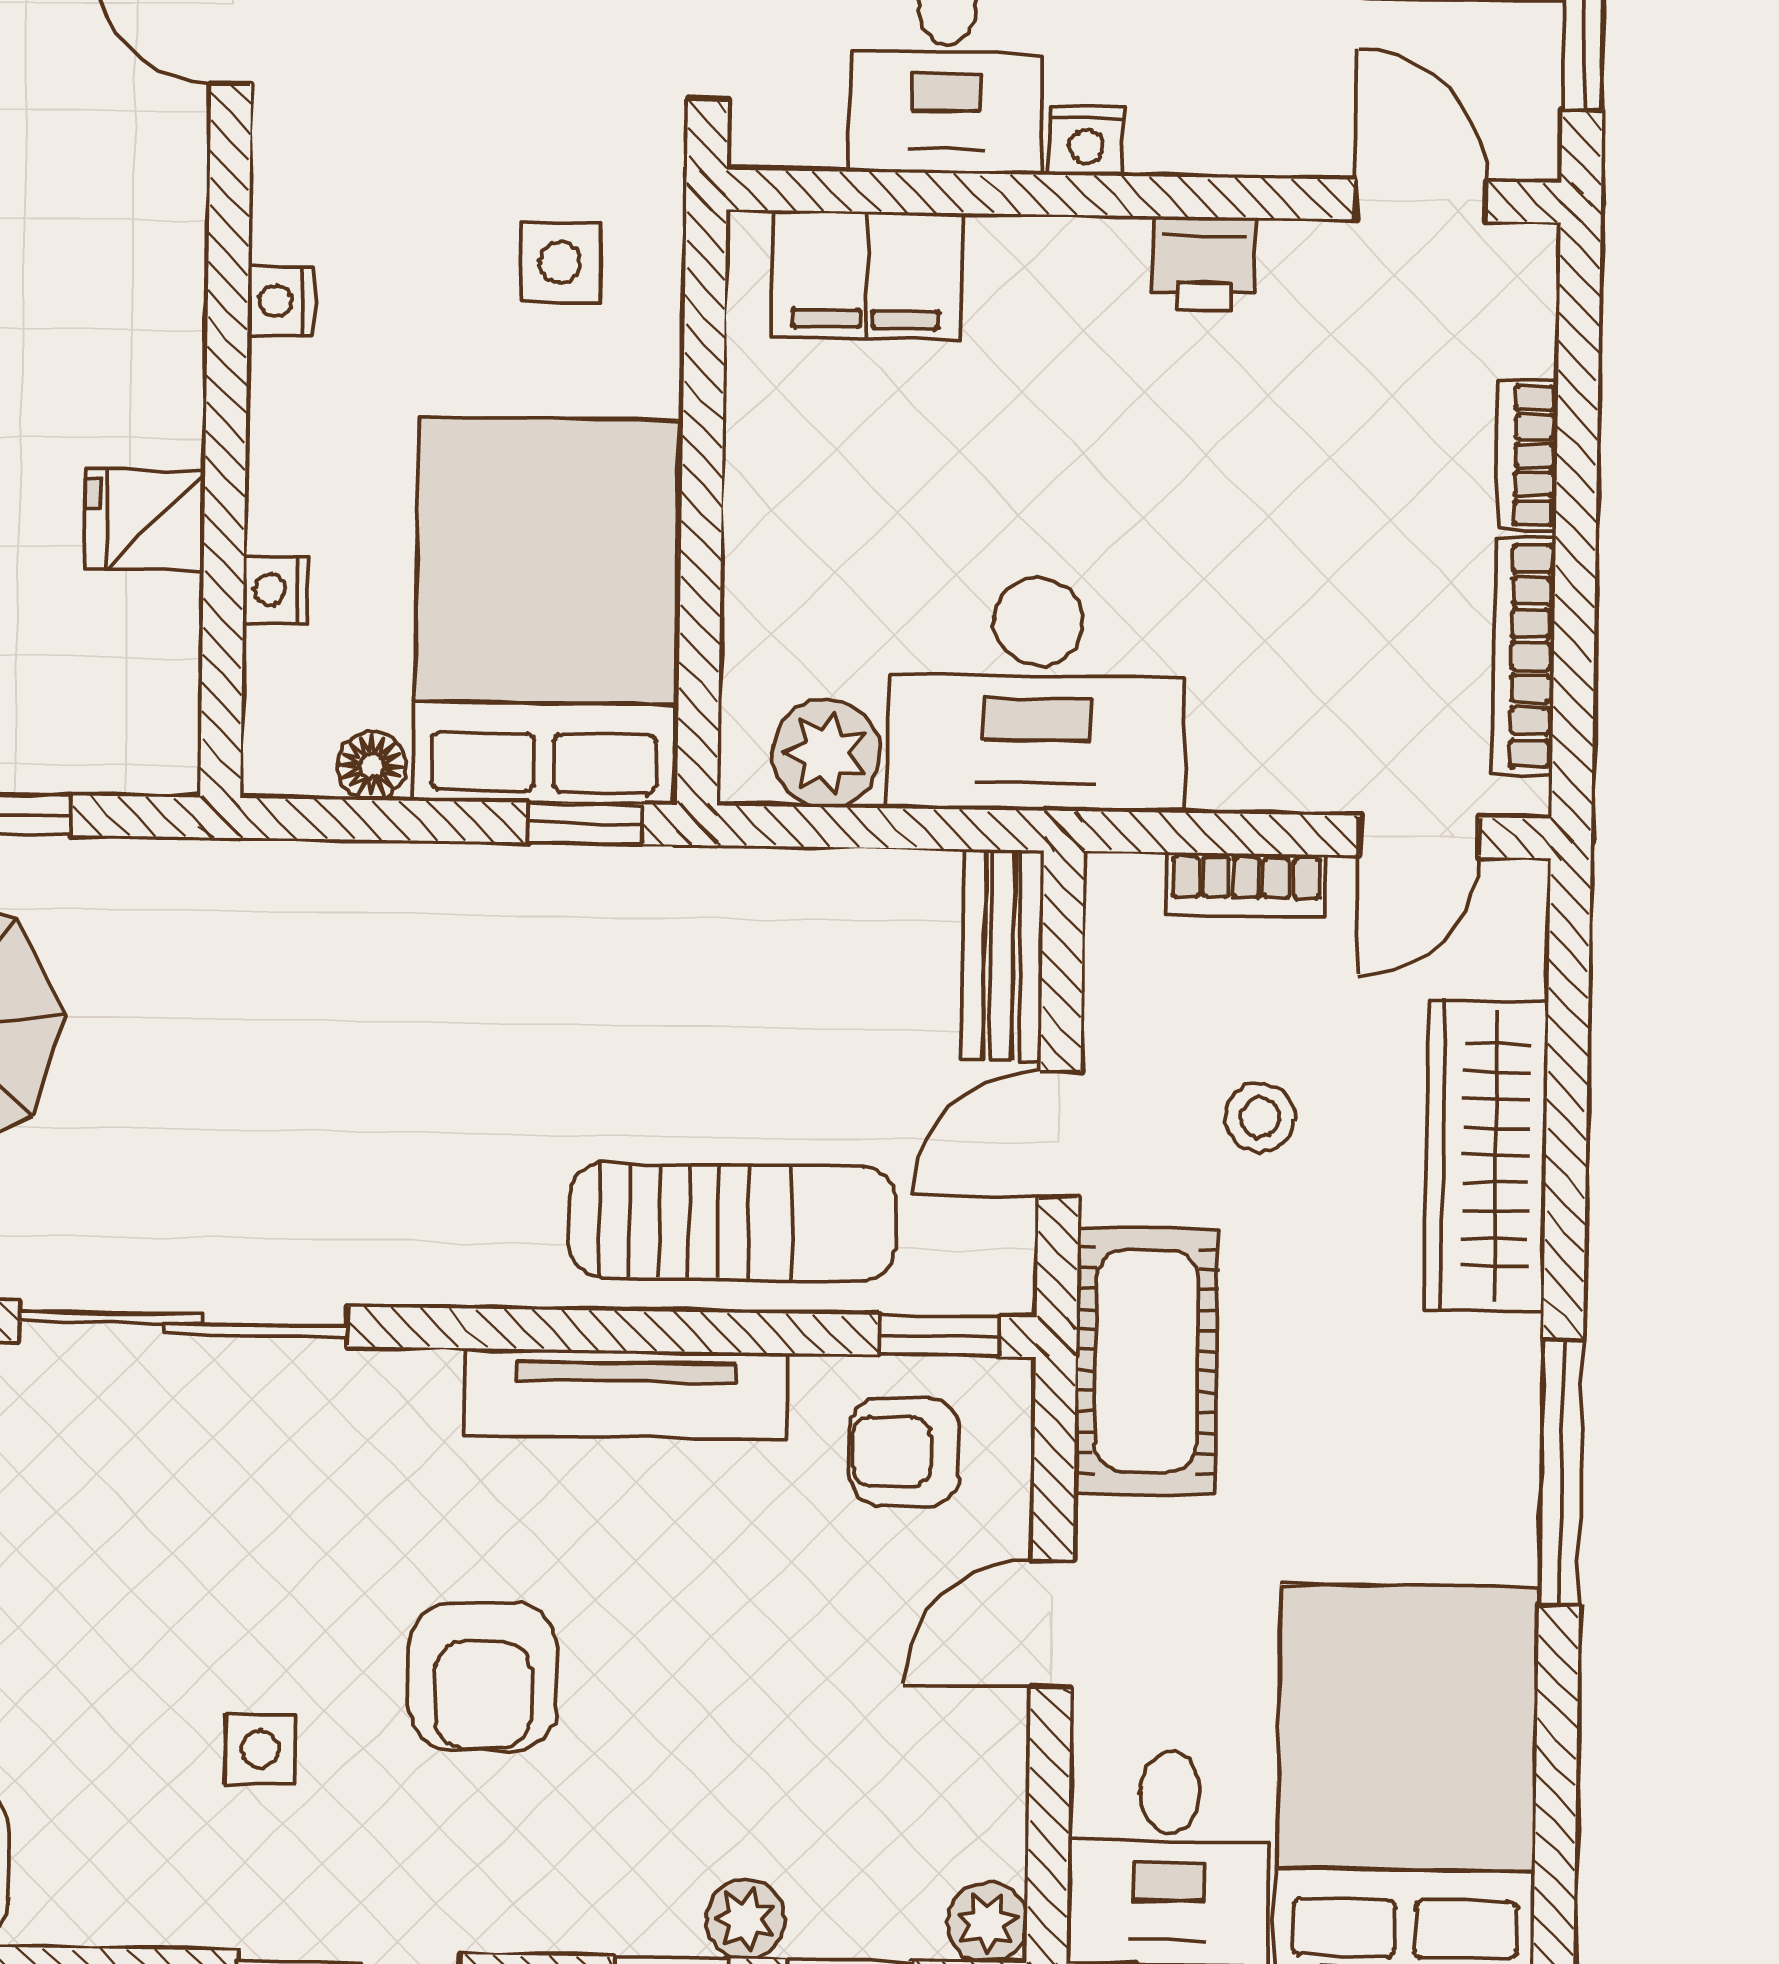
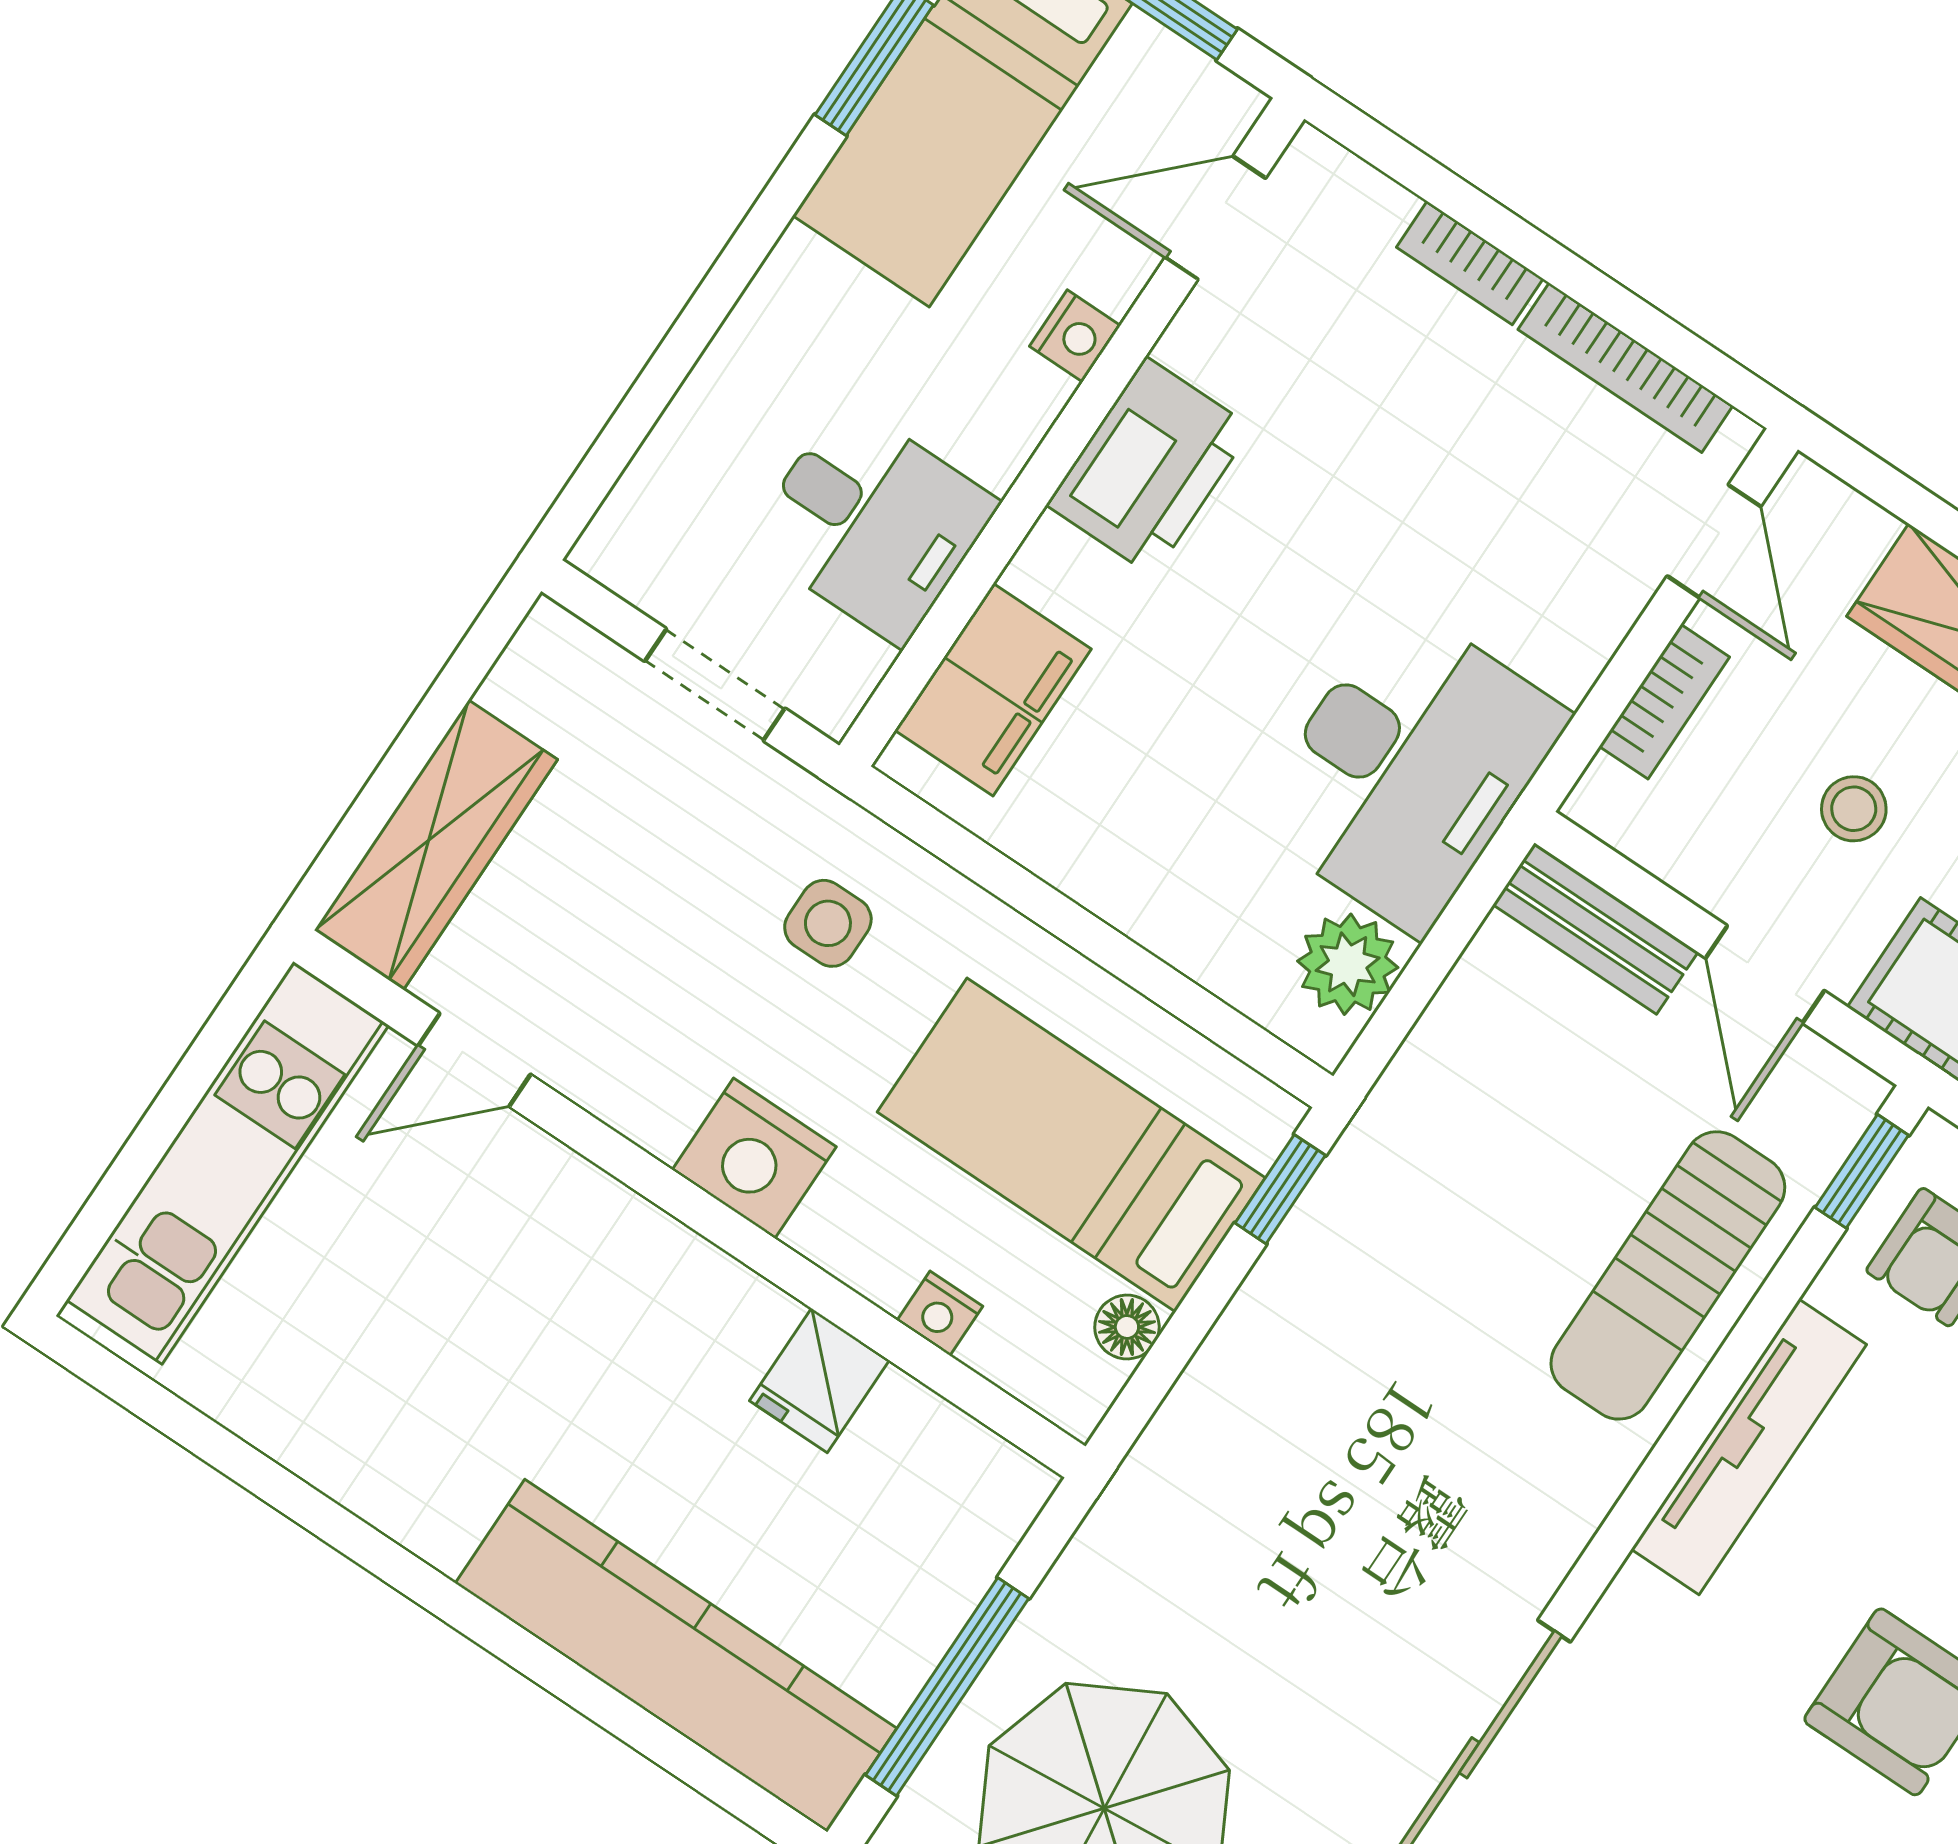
nightstand: (1086, 141) -> (1075, 336), moved
printer: (1203, 264) -> (1149, 466), width x1.87, depth x1.48
nightstand: (281, 301) -> (754, 1158), width x1.89, depth x1.79
bed: (546, 611) -> (1071, 1145), width x0.67
sun lounger: (733, 1222) -> (1668, 1275), turned 180

